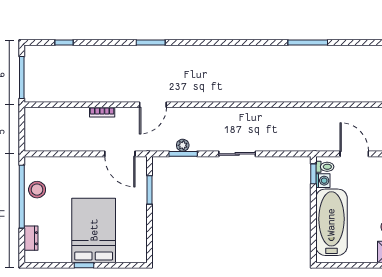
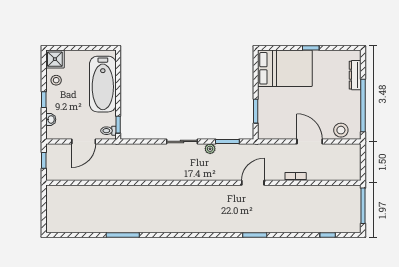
plant: (183, 145) -> (210, 149), moved
door: (120, 154) -> (310, 141), moved
door: (354, 154) -> (84, 141), hinge flipped
washing machine: (323, 181) -> (110, 119), removed
stool: (37, 190) -> (341, 130), moved
bed: (94, 230) -> (285, 68), moved, turned -90
dresser: (31, 238) -> (355, 75), width x1.44

